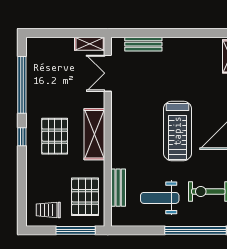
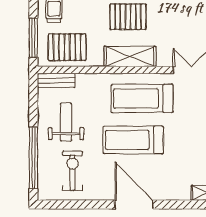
treadmill: (136, 122) -> (142, 98), added
bench: (118, 188) -> (56, 80), moved

